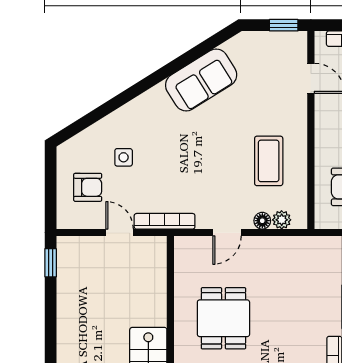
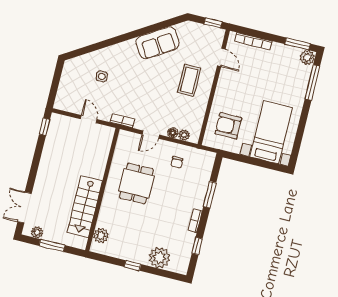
coffee table: (269, 161) -> (189, 80), moved
armchair: (88, 187) -> (77, 89), removed
bookcase: (165, 221) -> (123, 121), width x0.64
chair: (281, 268) -> (177, 162), added

